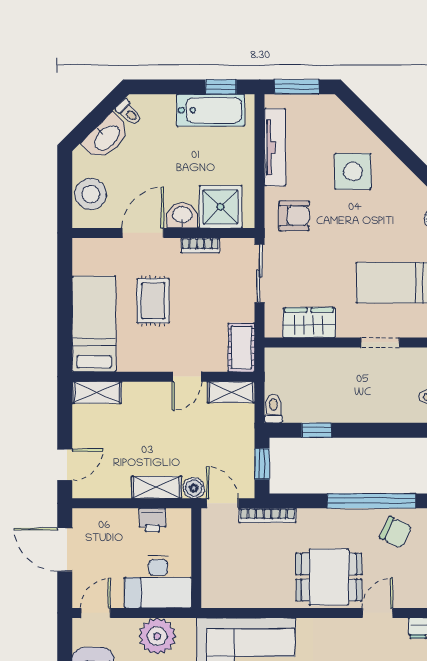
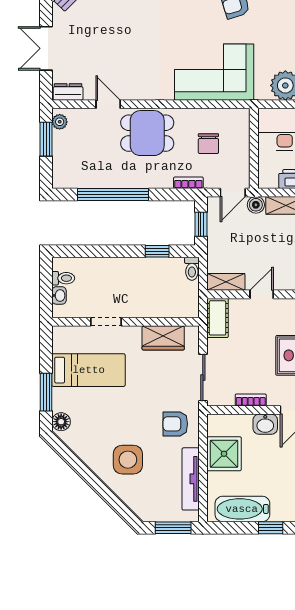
window: (221, 87) -> (271, 528), moved
shower: (220, 207) -> (224, 454), moved
door: (223, 503) -> (233, 192), hinge flipped
bookcase: (267, 515) -> (188, 183), width x0.64
chair: (396, 532) -> (208, 144), moved, turned -116
door: (377, 613) -> (108, 104), swing flipped

